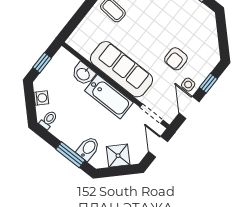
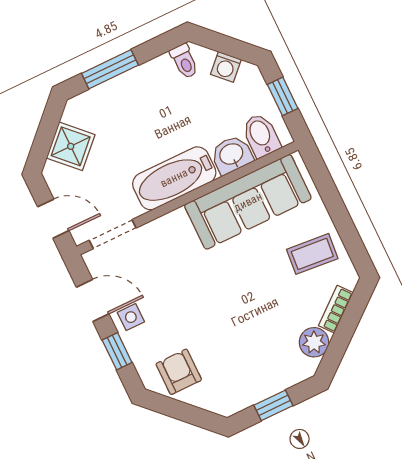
armchair: (176, 59) -> (179, 372), moved
sofa: (121, 69) -> (248, 202), moved
bidet: (88, 148) -> (261, 135), moved, turned 180

